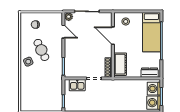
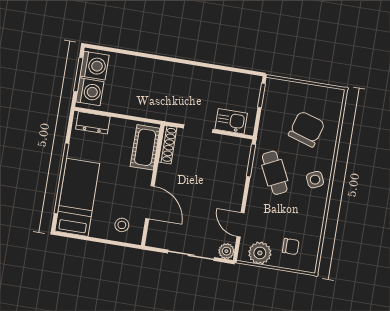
plant: (51, 18) -> (260, 253), added
cafe table: (41, 50) -> (275, 173), moved
chair: (37, 87) -> (307, 129), added

